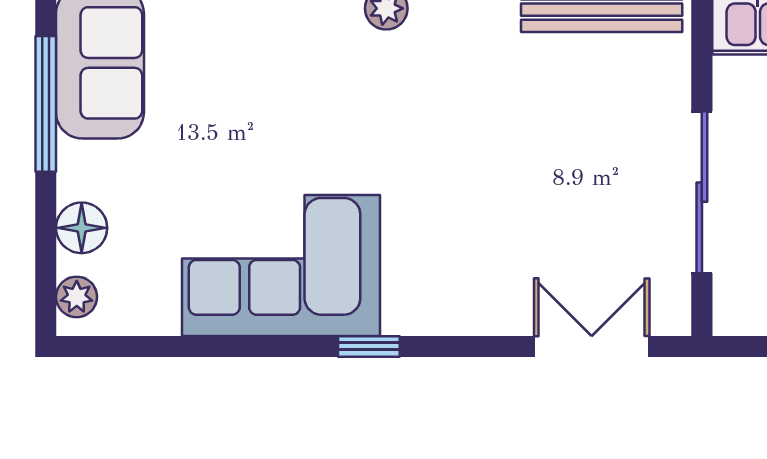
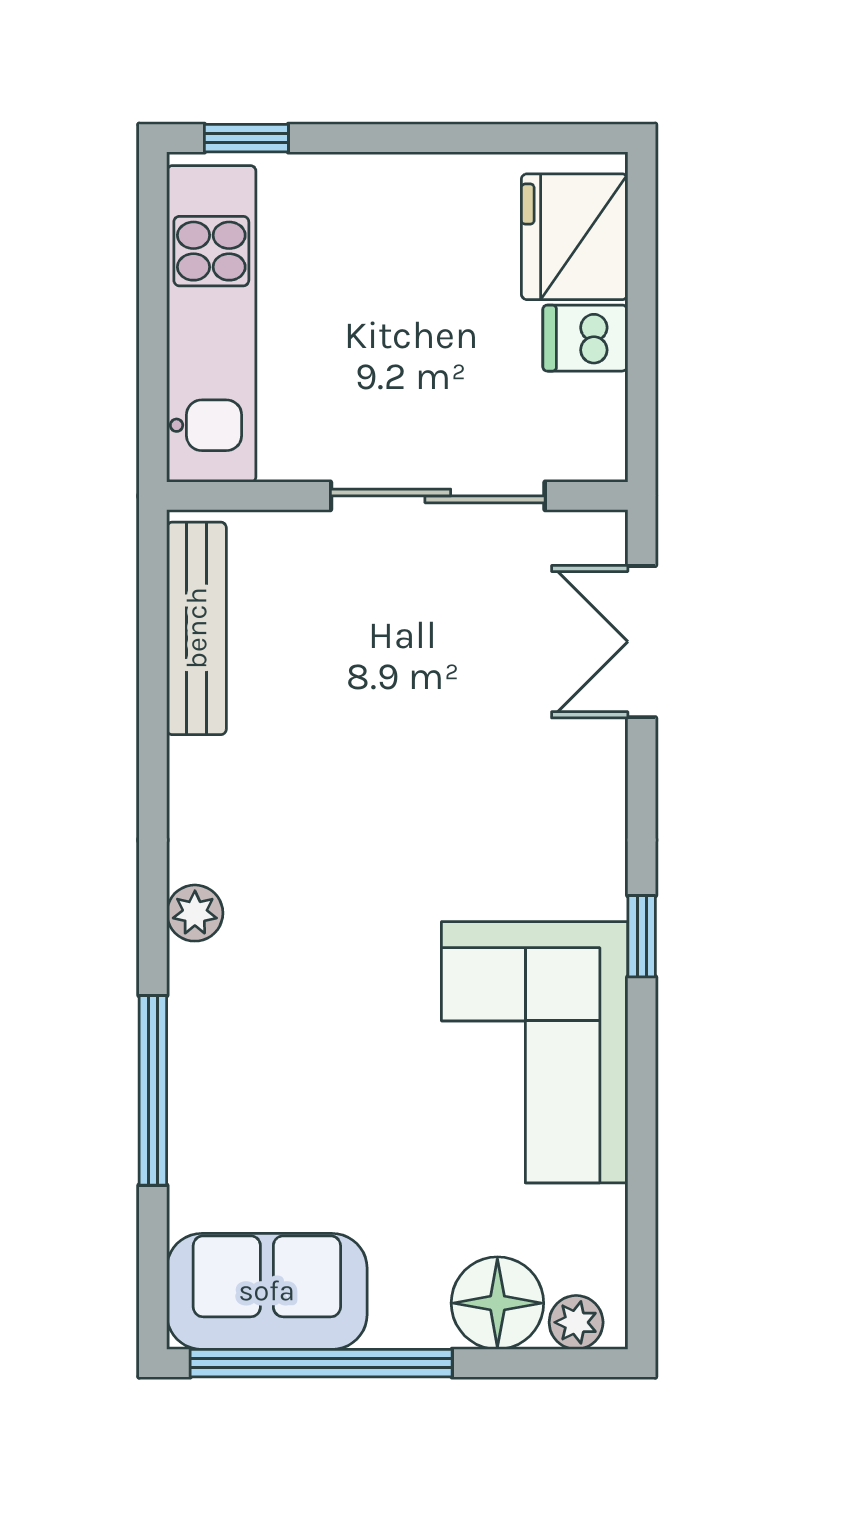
window: (46, 104) -> (321, 1363), width x1.46
floor lamp: (82, 228) -> (497, 1303), width x1.38, depth x1.38

